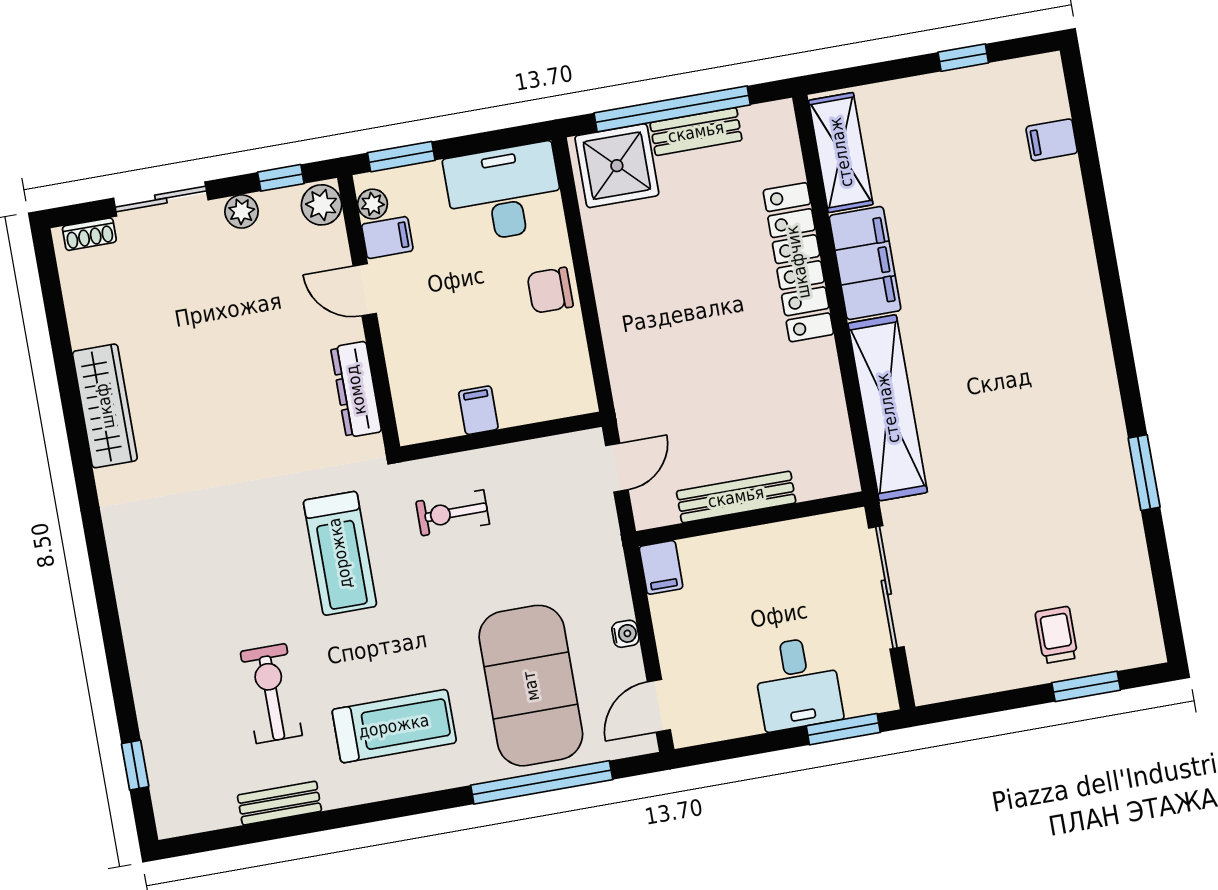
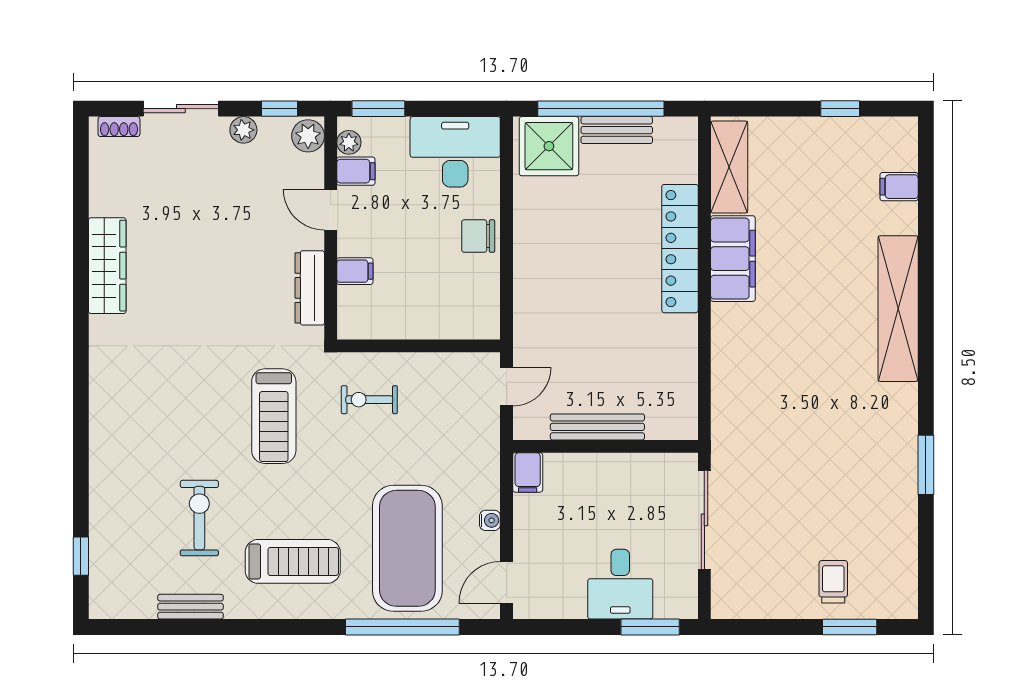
shelving: (888, 408) -> (898, 309), moved
filing cabinet: (478, 410) -> (355, 271), moved, turned 90

